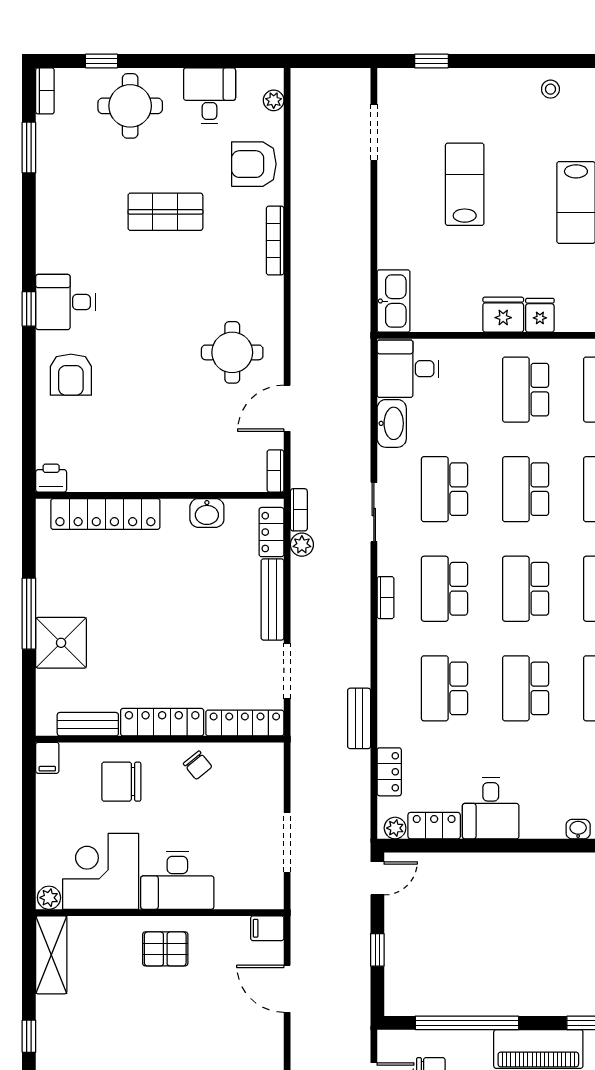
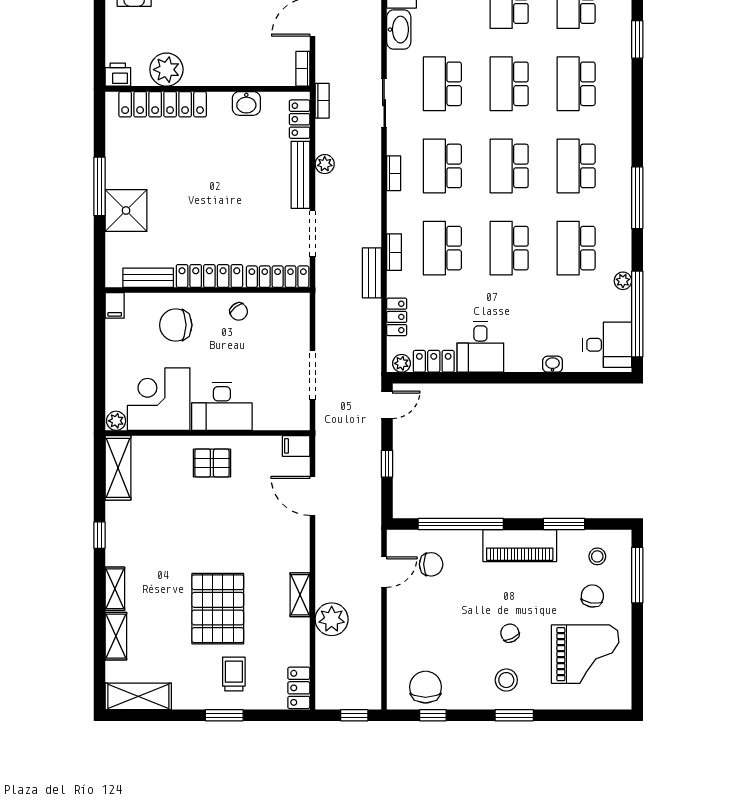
plant: (110, 472) -> (166, 70), added
plant: (302, 545) -> (325, 164), moved
bookcase: (386, 693) -> (394, 252), added

